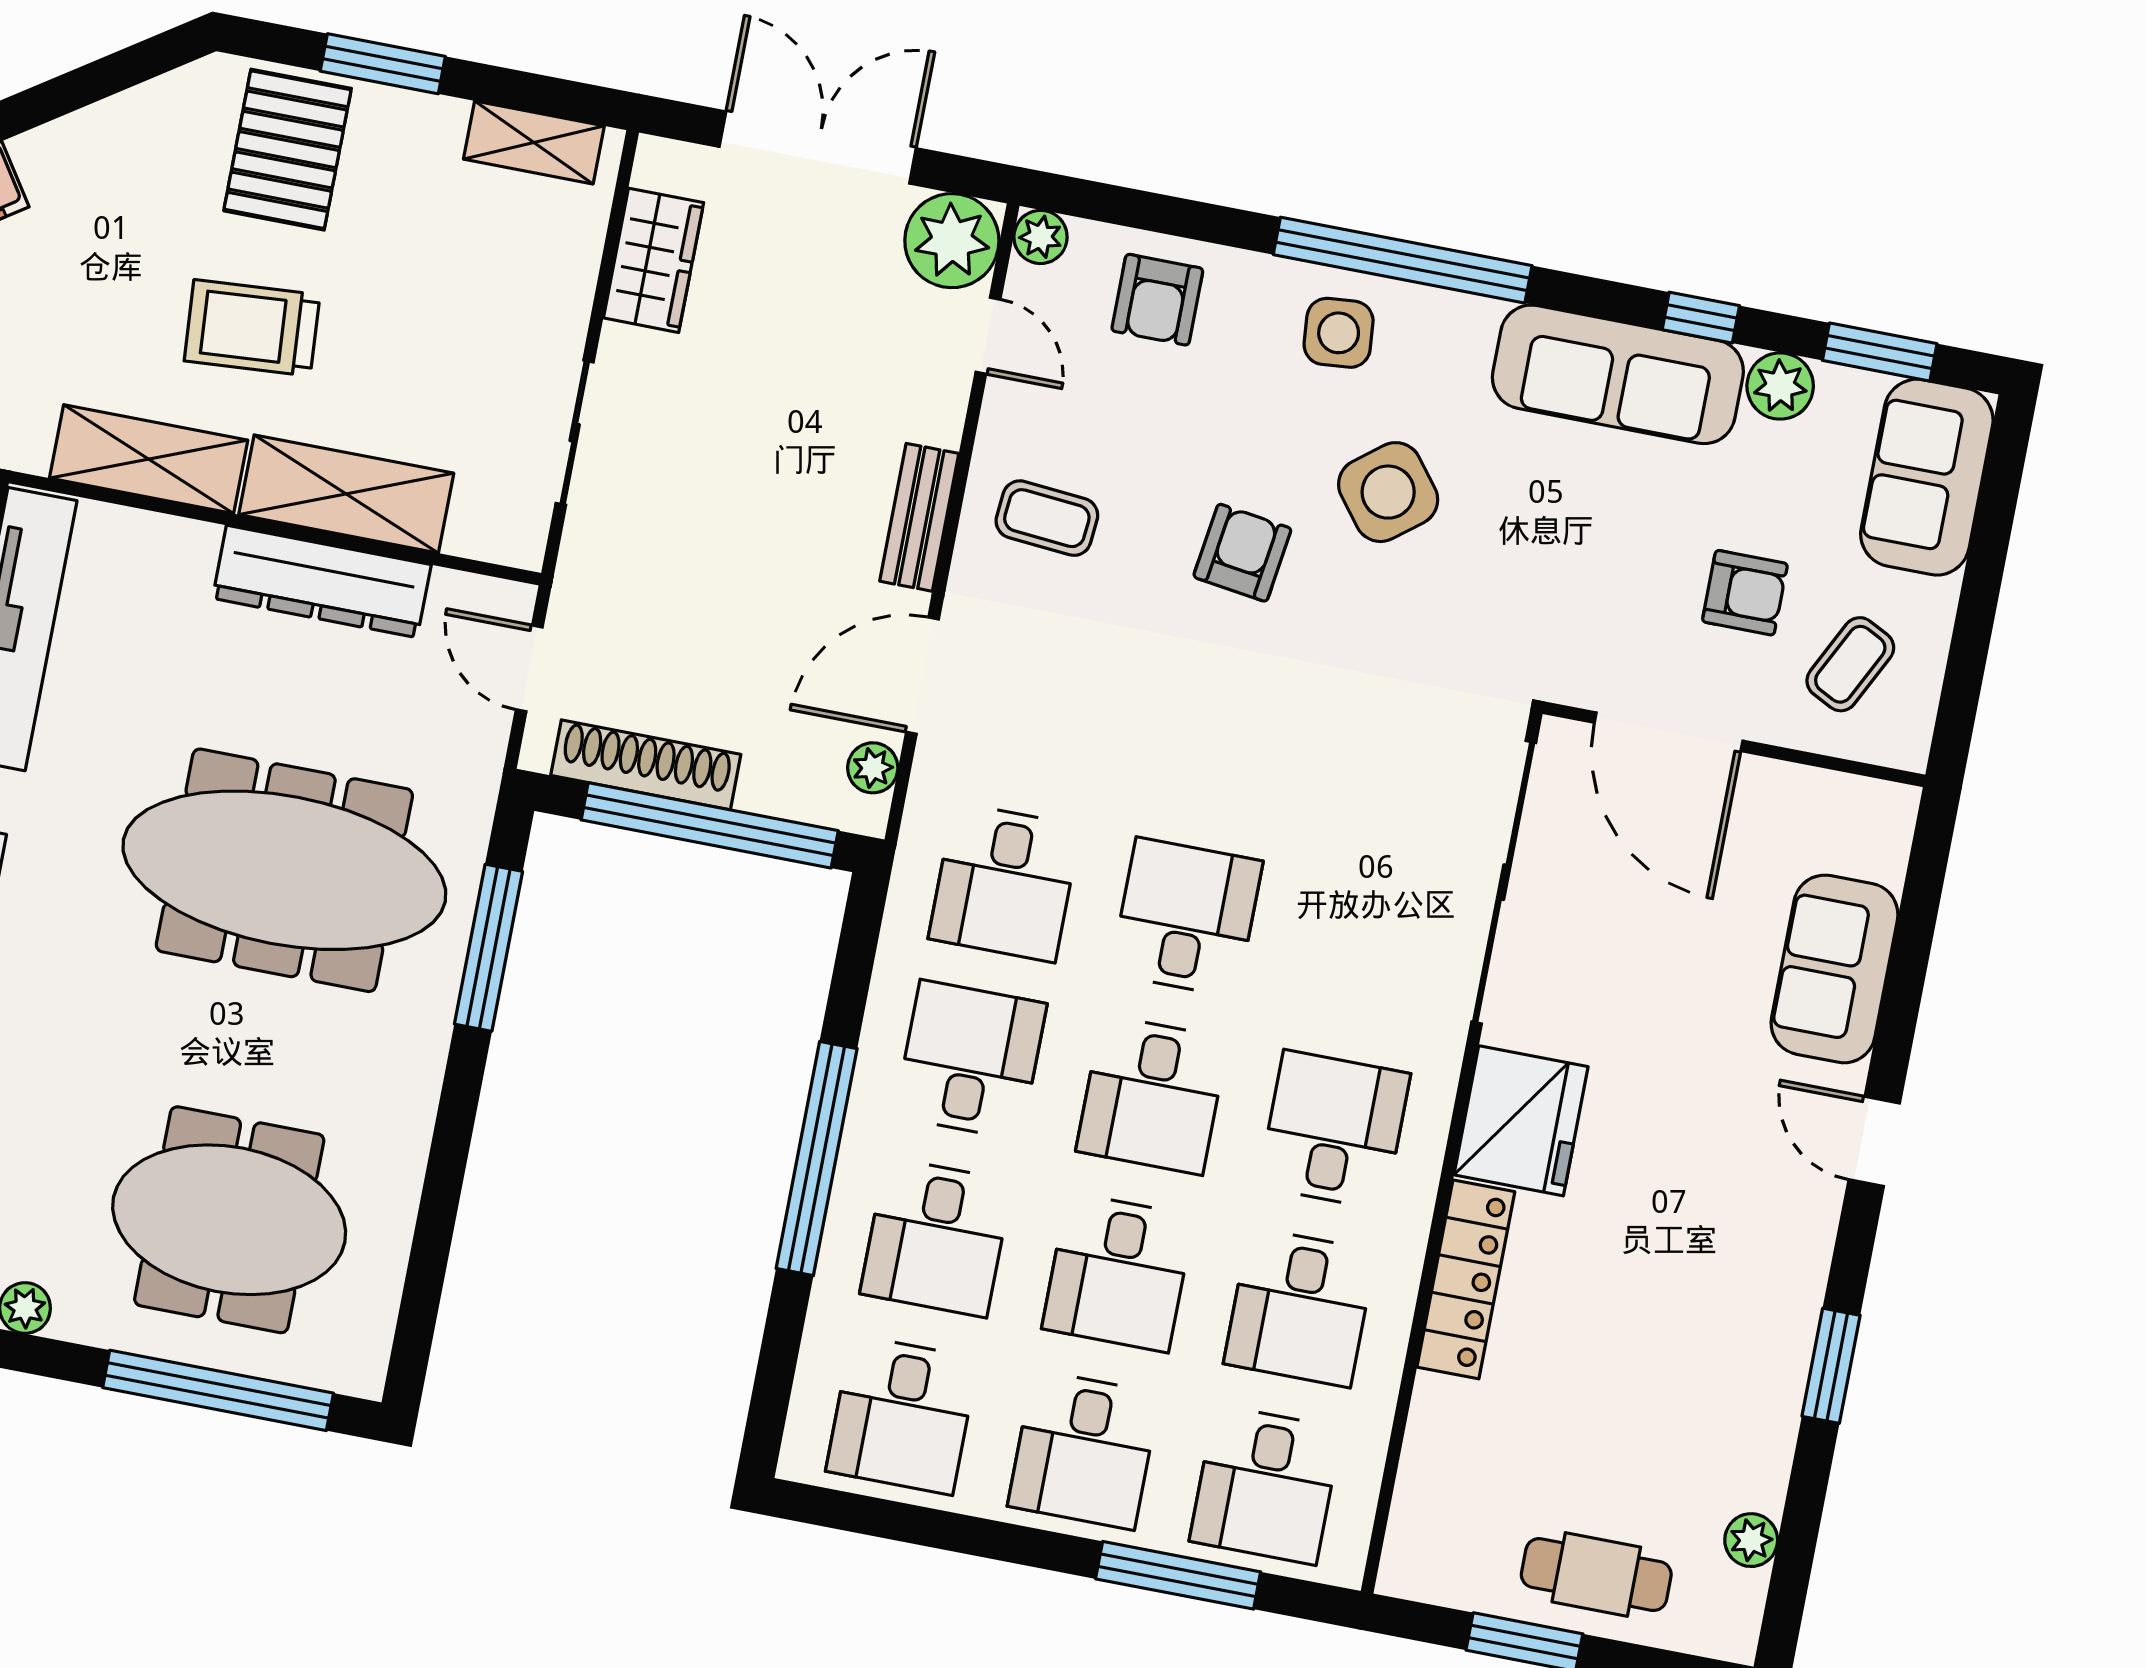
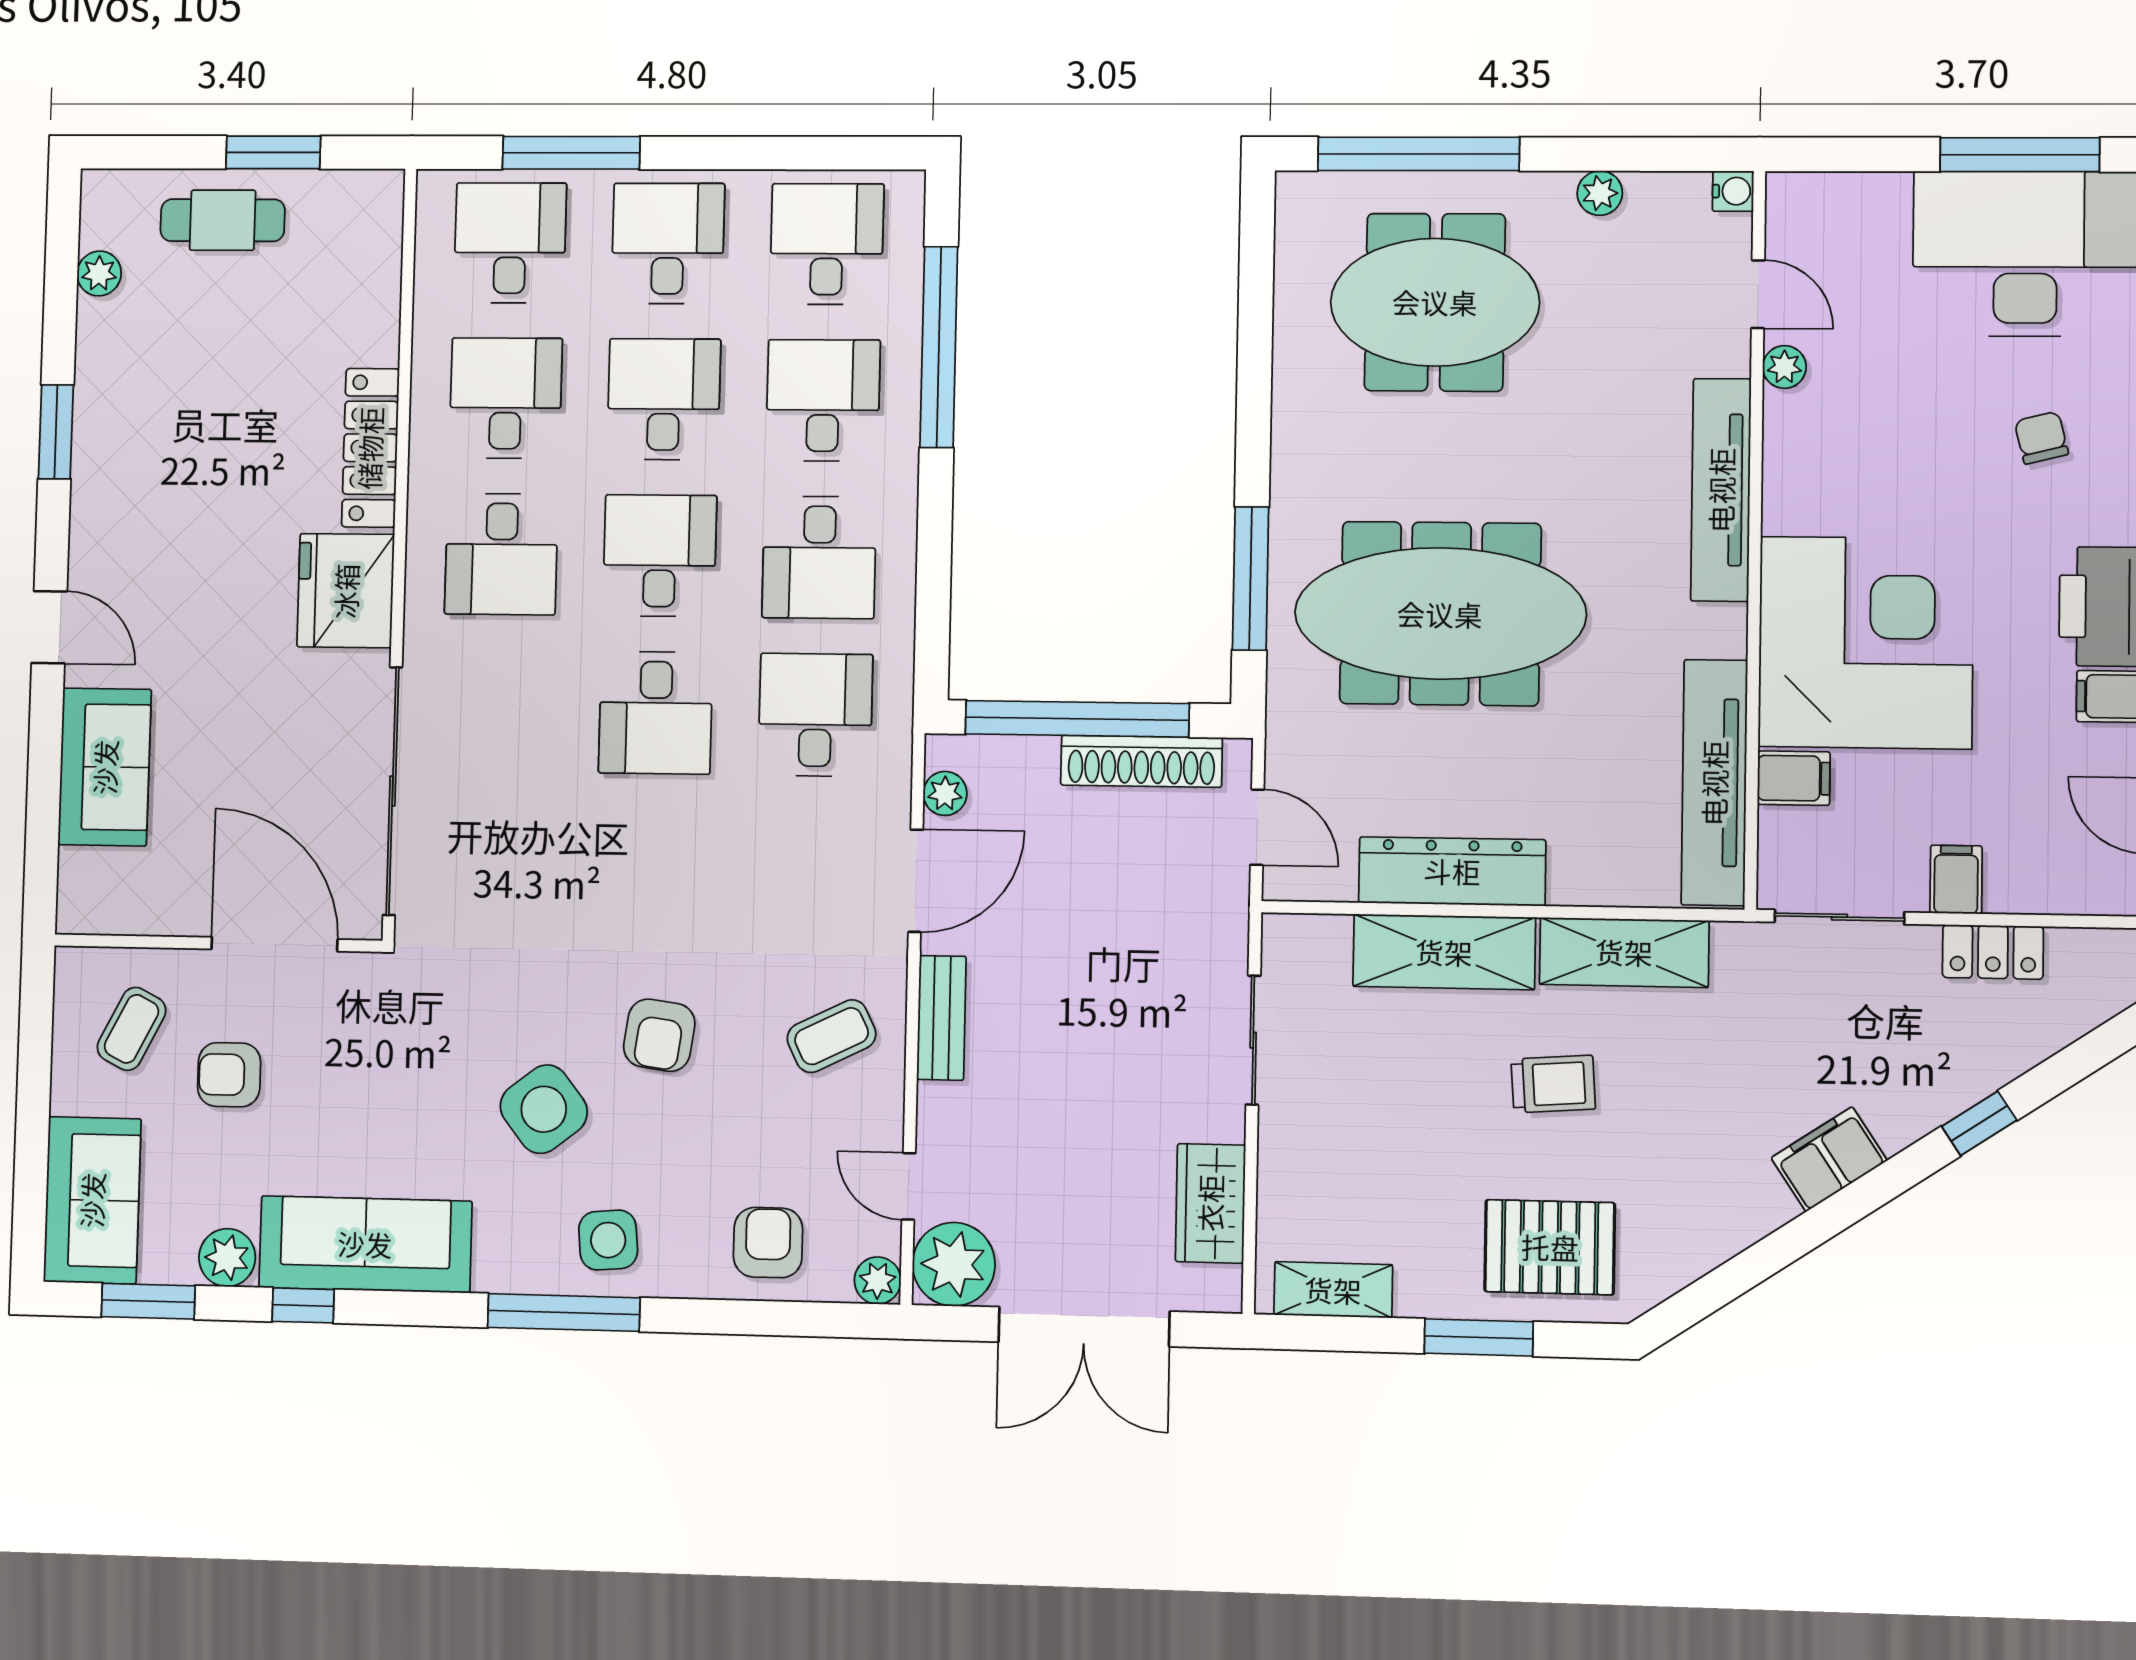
pallet: (288, 150) -> (1550, 1247), turned 90
window: (1403, 260) -> (564, 1313), width x0.68
trolley: (252, 328) -> (1553, 1084), width x0.73, depth x0.72
coffee table: (1047, 518) -> (832, 1036), turned -31
window: (817, 1159) -> (939, 347), moved

